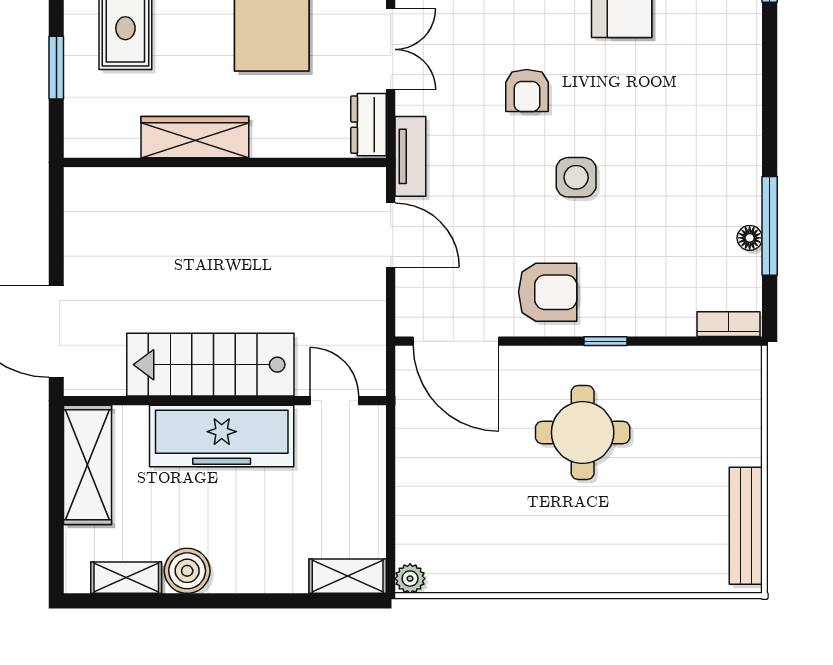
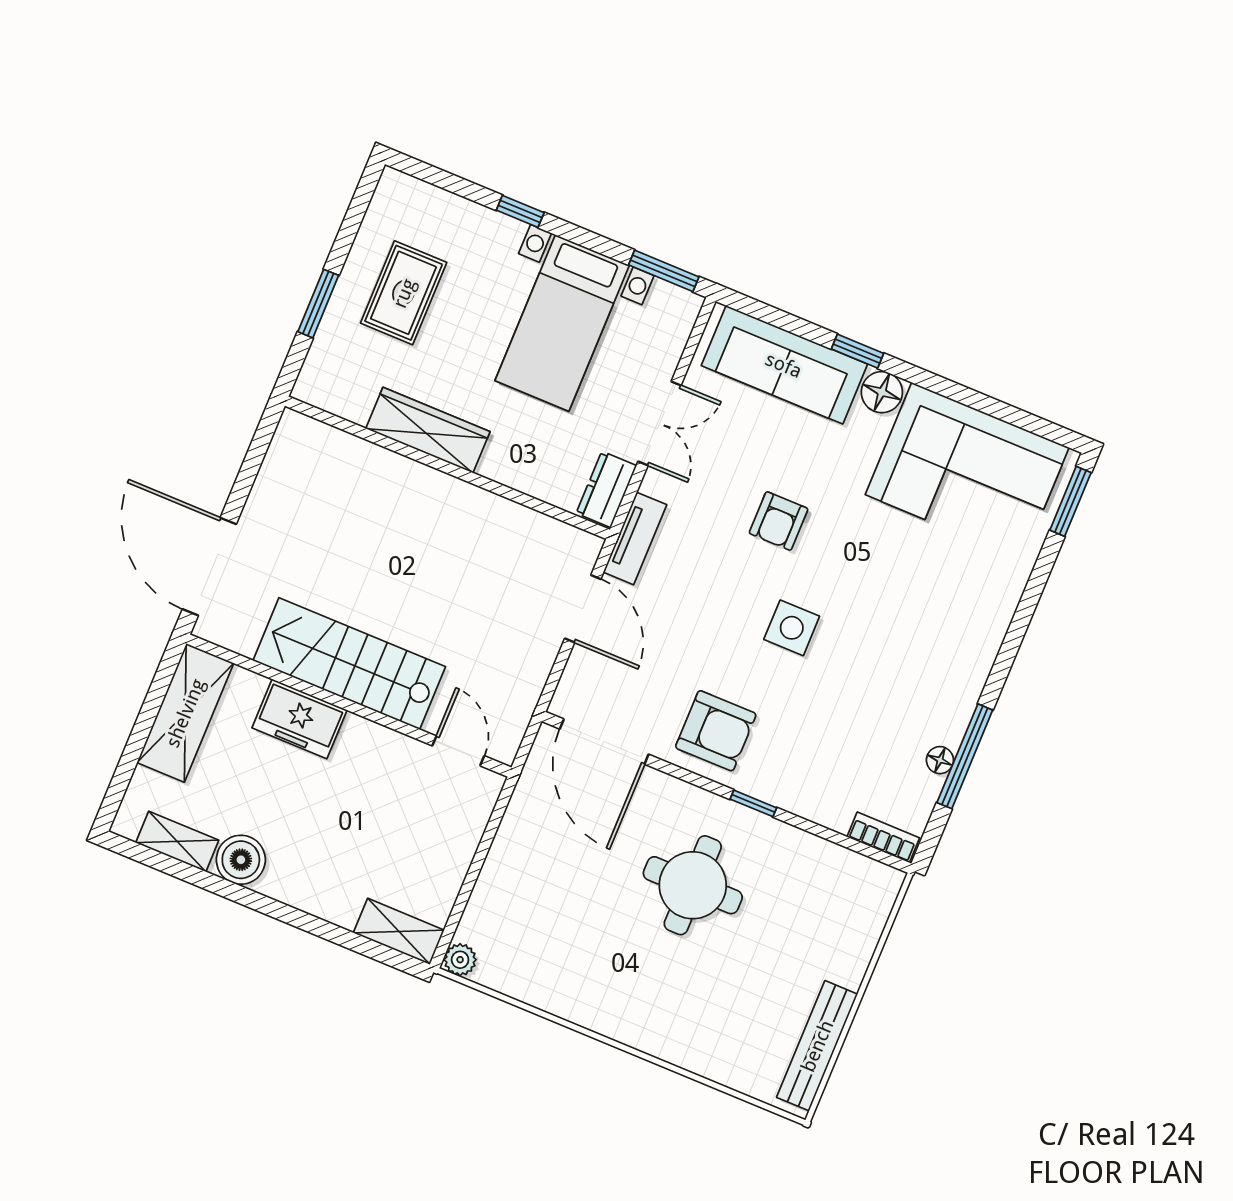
freezer: (222, 436) -> (300, 719), width x0.52, depth x0.79

